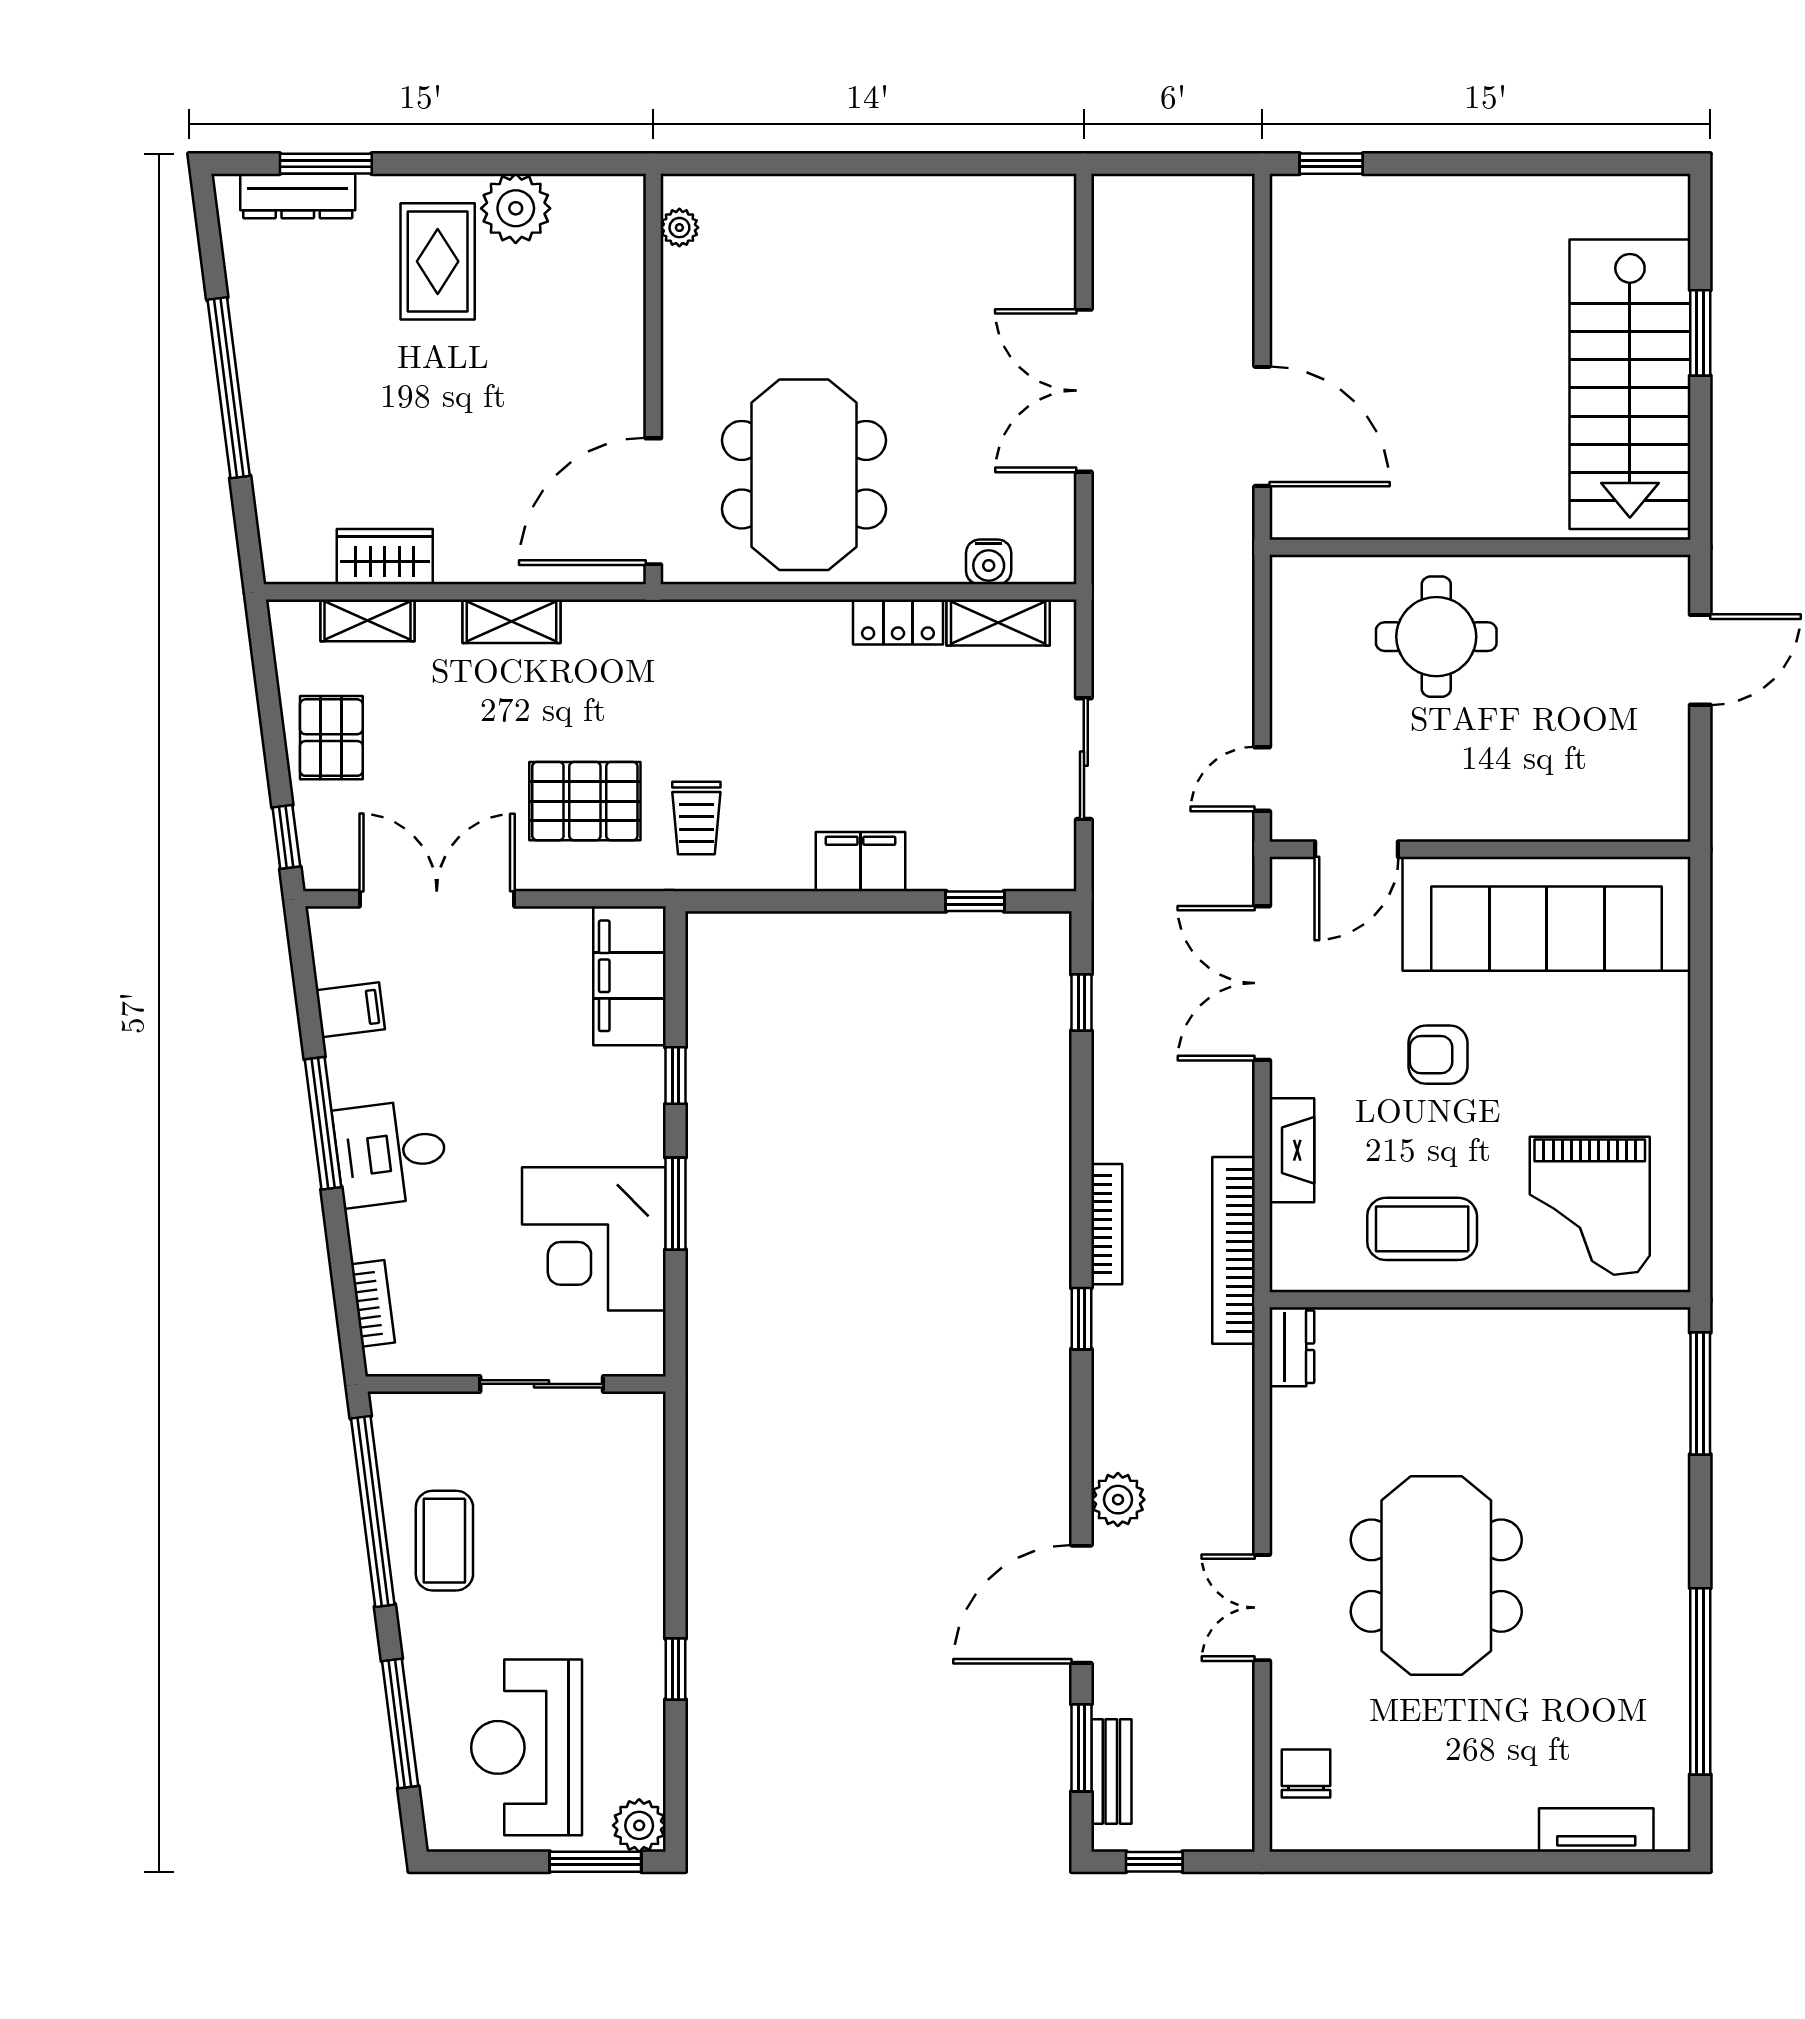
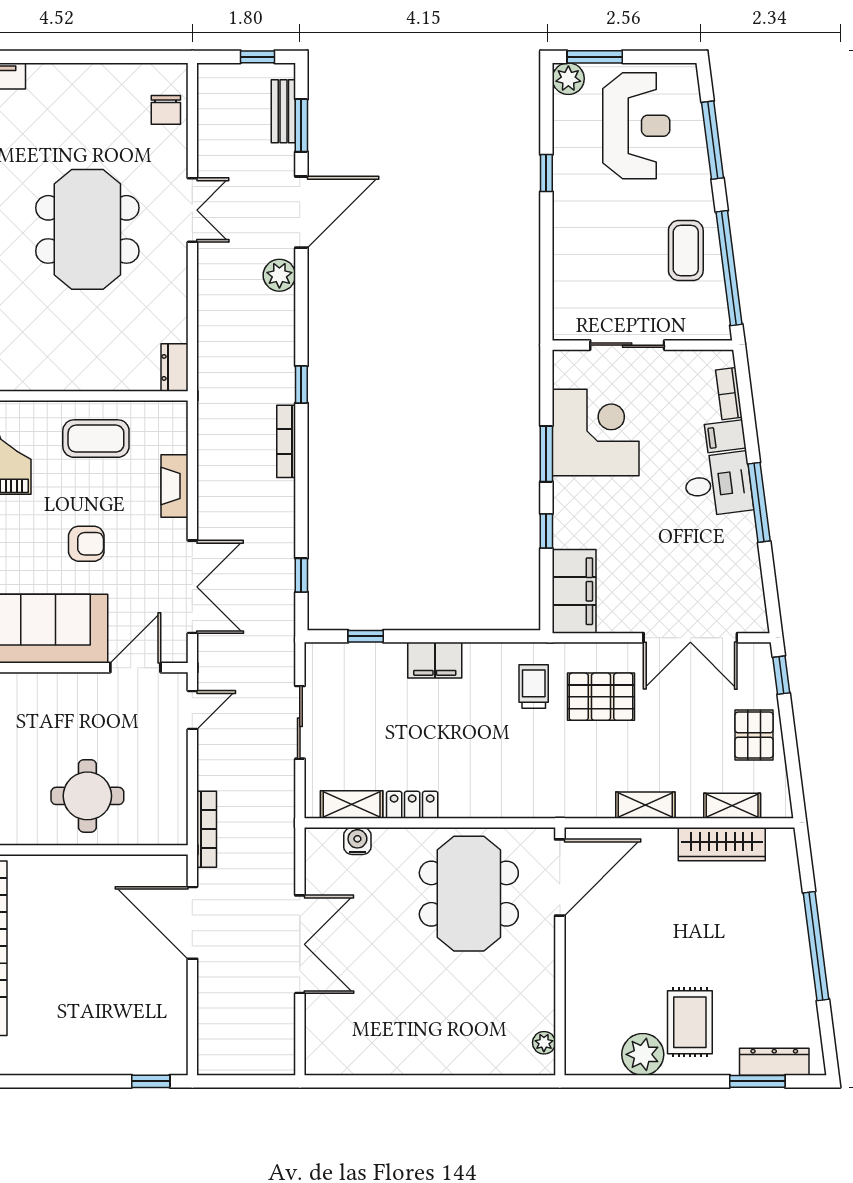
wardrobe: (385, 557) -> (722, 844), width x1.50
filing cabinet: (350, 1010) -> (725, 436), moved
bookcase: (1233, 1250) -> (207, 829), moved, width x0.68, depth x0.76

